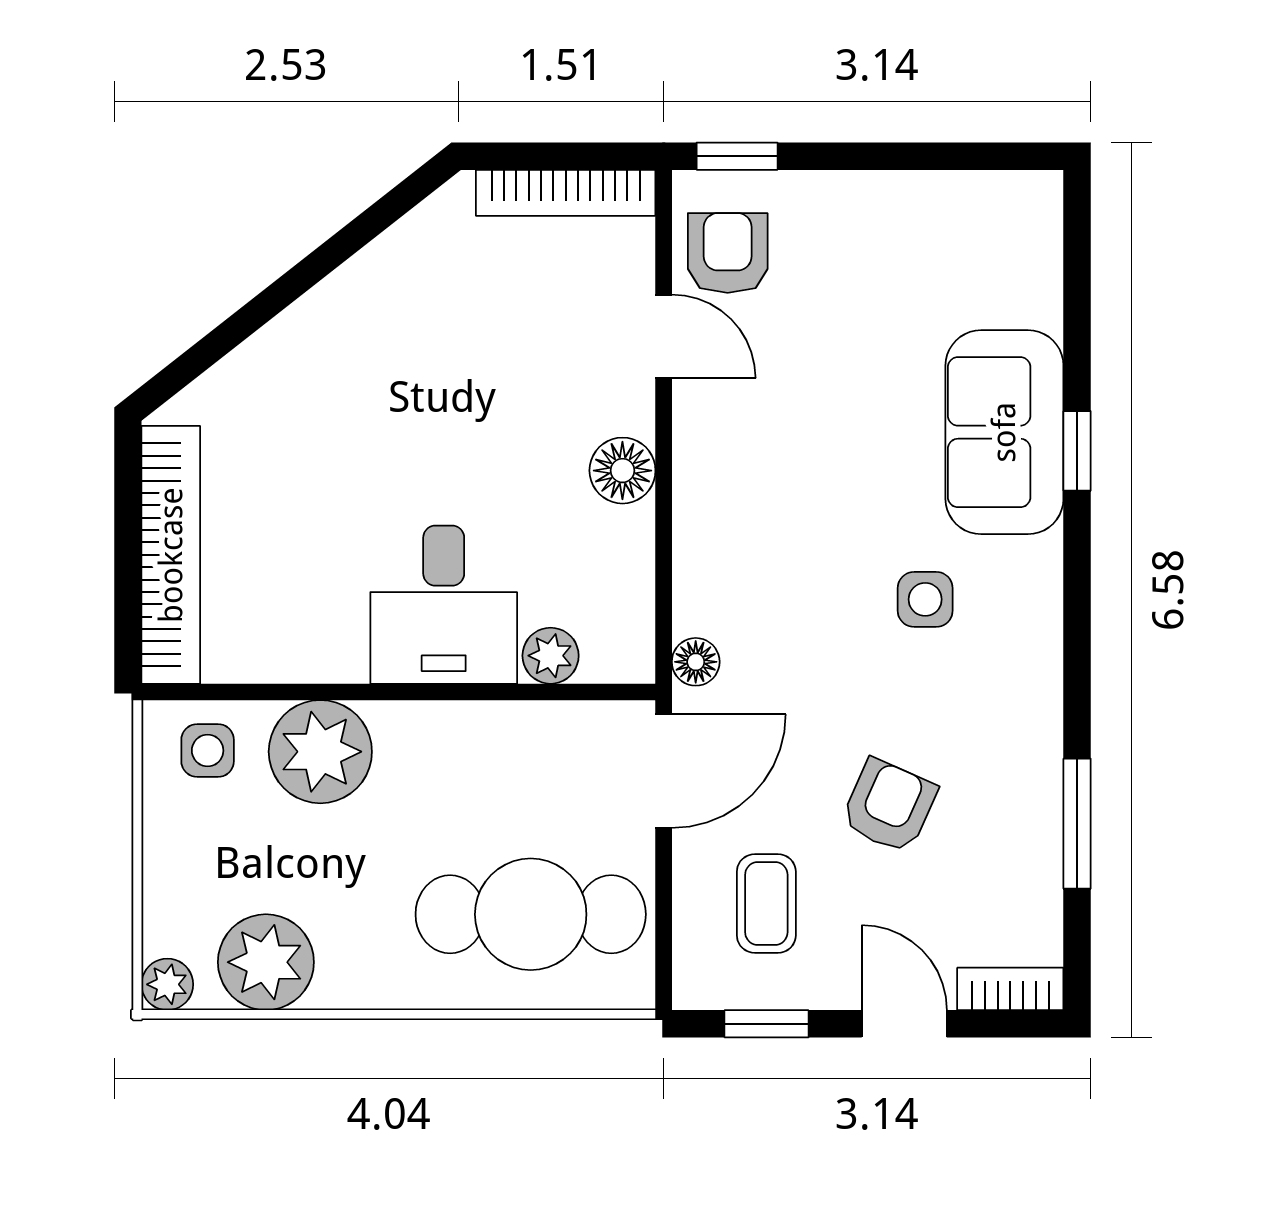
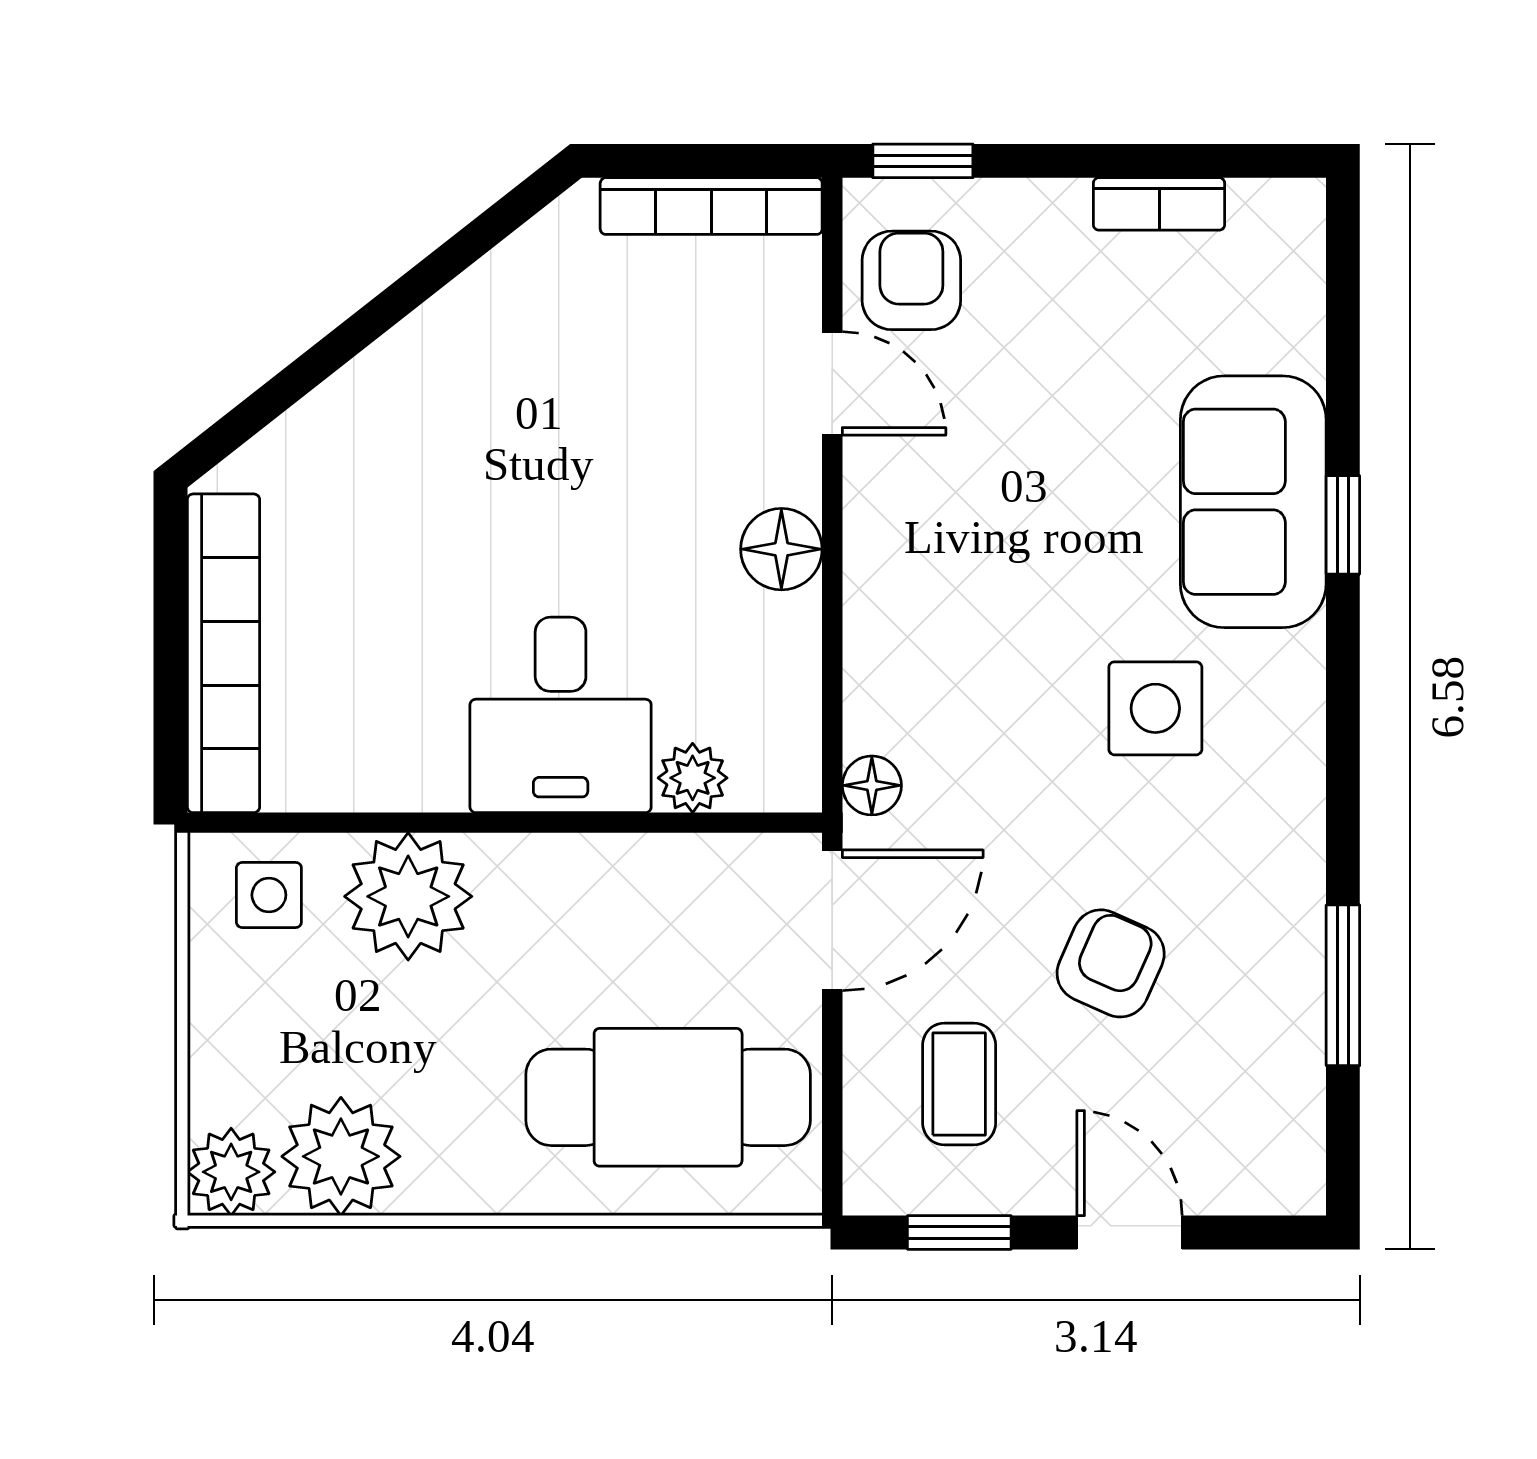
side table: (925, 599) -> (1155, 708), width x1.37, depth x1.37
plant: (167, 984) -> (231, 1172), width x1.38, depth x1.38
bookcase: (1010, 989) -> (1159, 204), moved, turned 180

